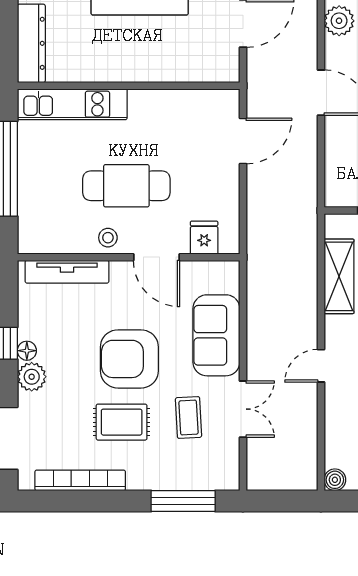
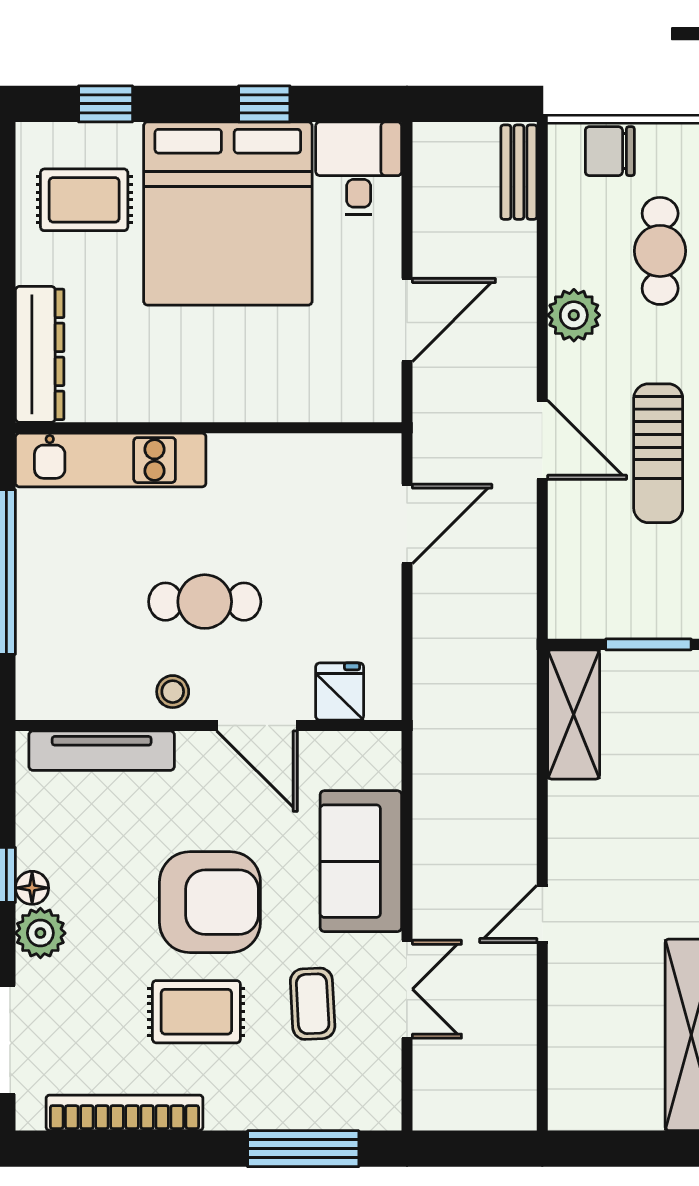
cafe table: (126, 186) -> (205, 602), width x0.73, depth x0.74
shelving: (339, 276) -> (574, 714), moved
armchair: (129, 359) -> (210, 902), turned 180
boiler: (335, 480) -> (567, 1112), removed

